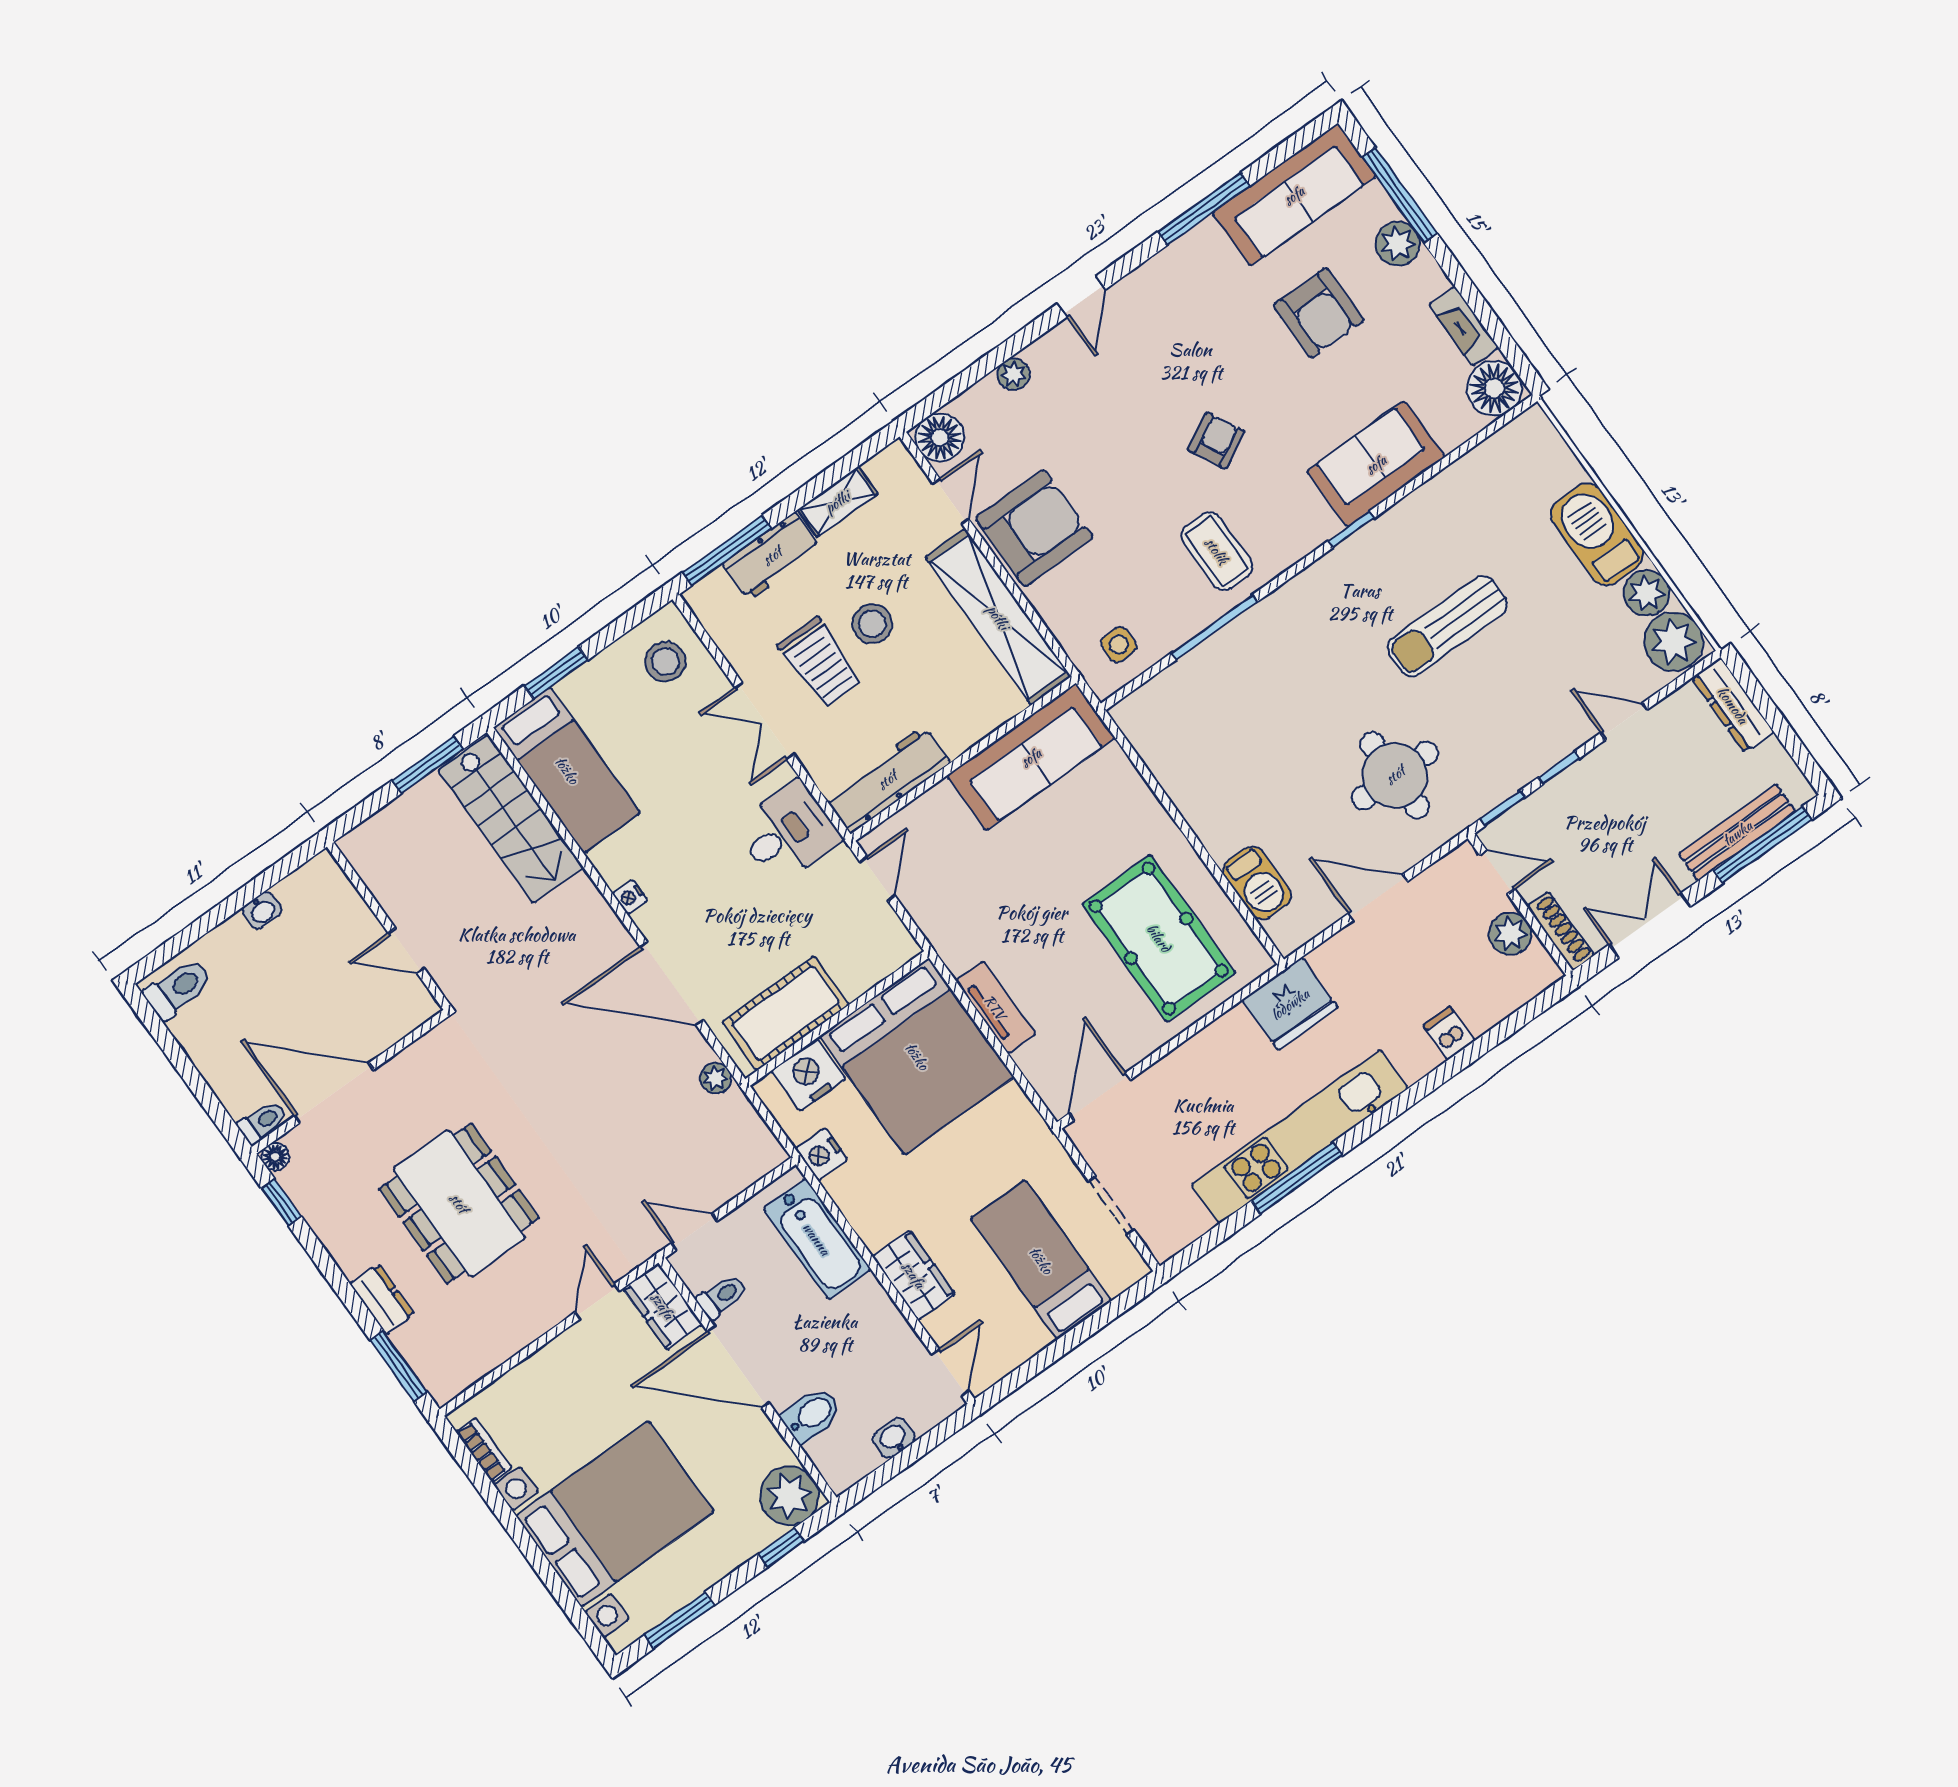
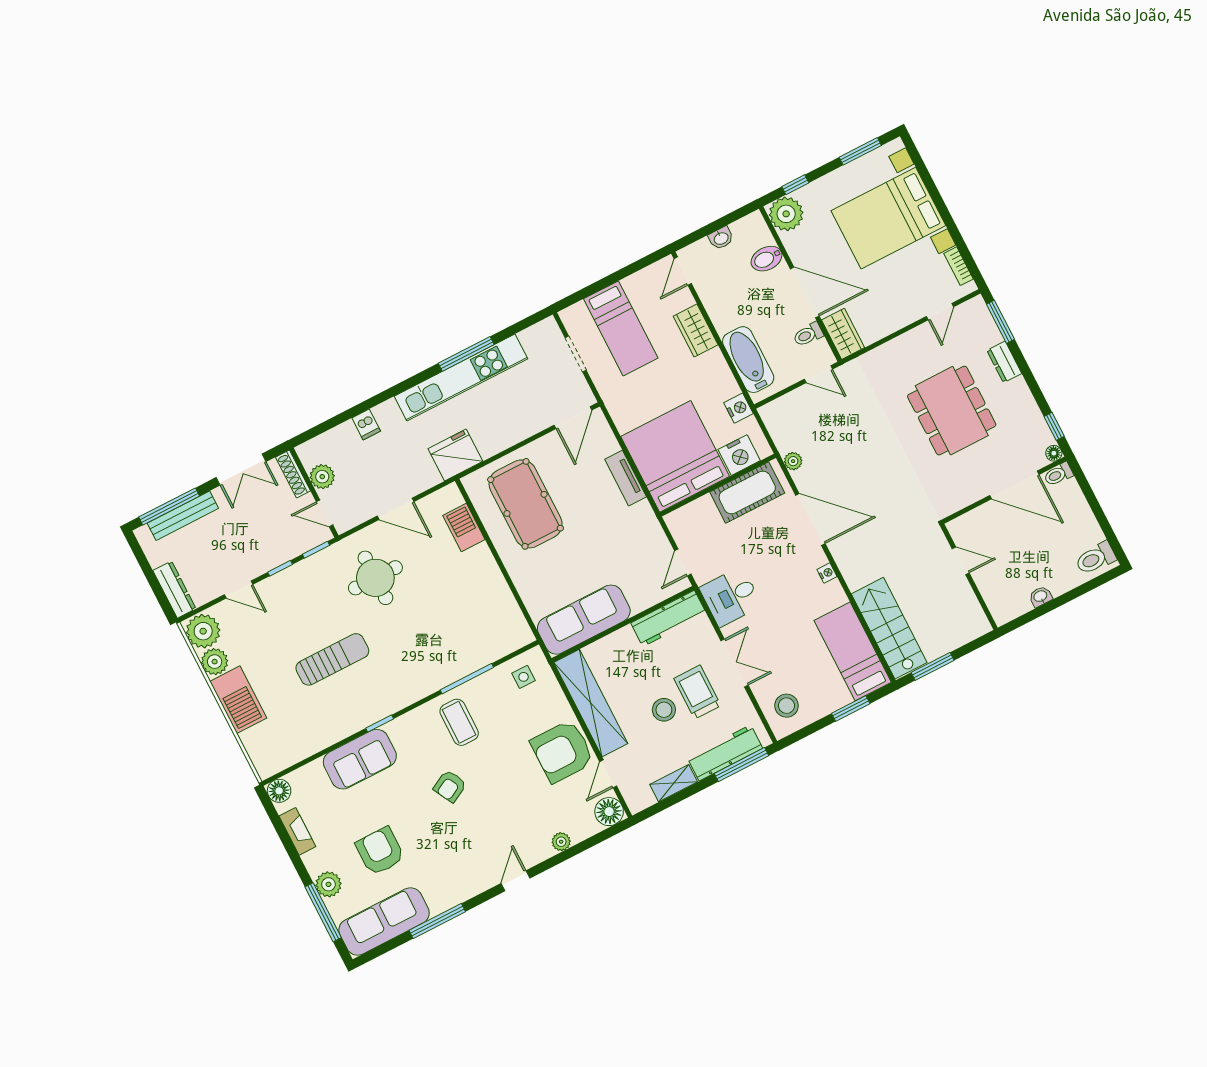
floor lamp: (1494, 388) -> (279, 791), width x0.73, depth x0.73
workbench: (772, 556) -> (725, 753), width x1.38
door: (597, 1302) -> (940, 312), moved

